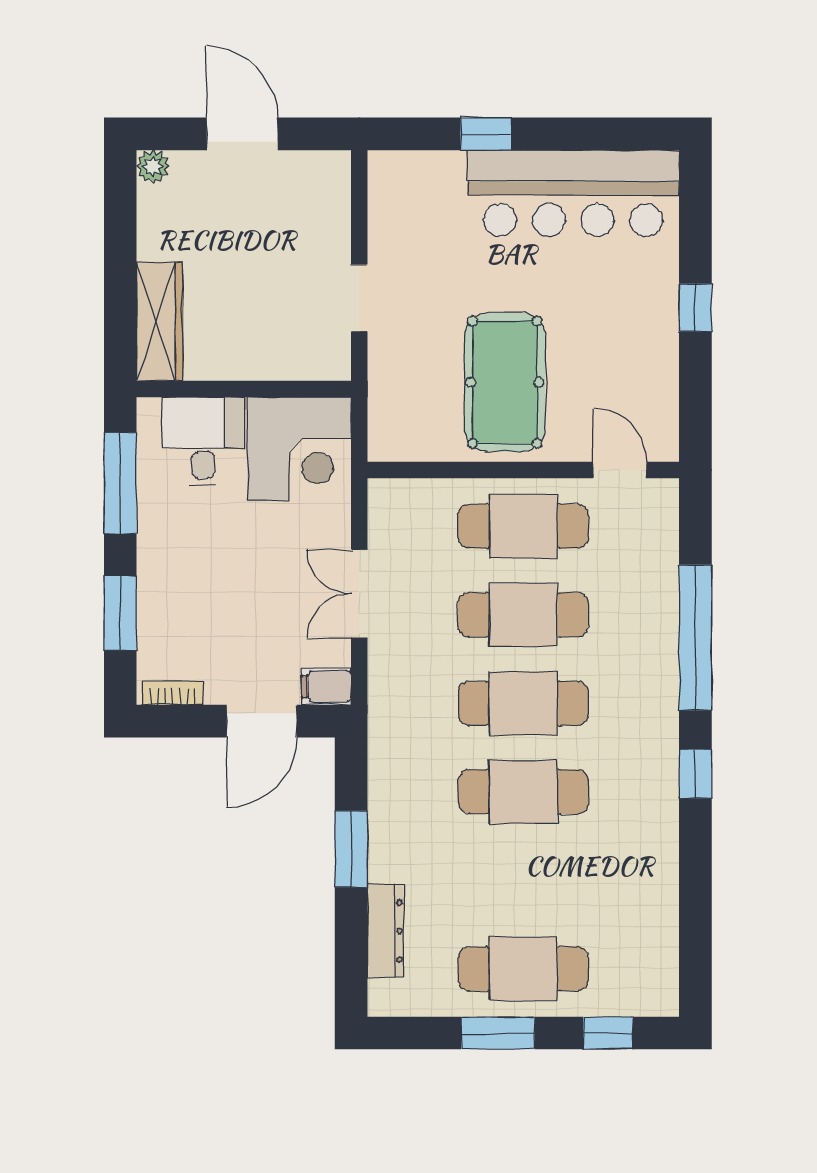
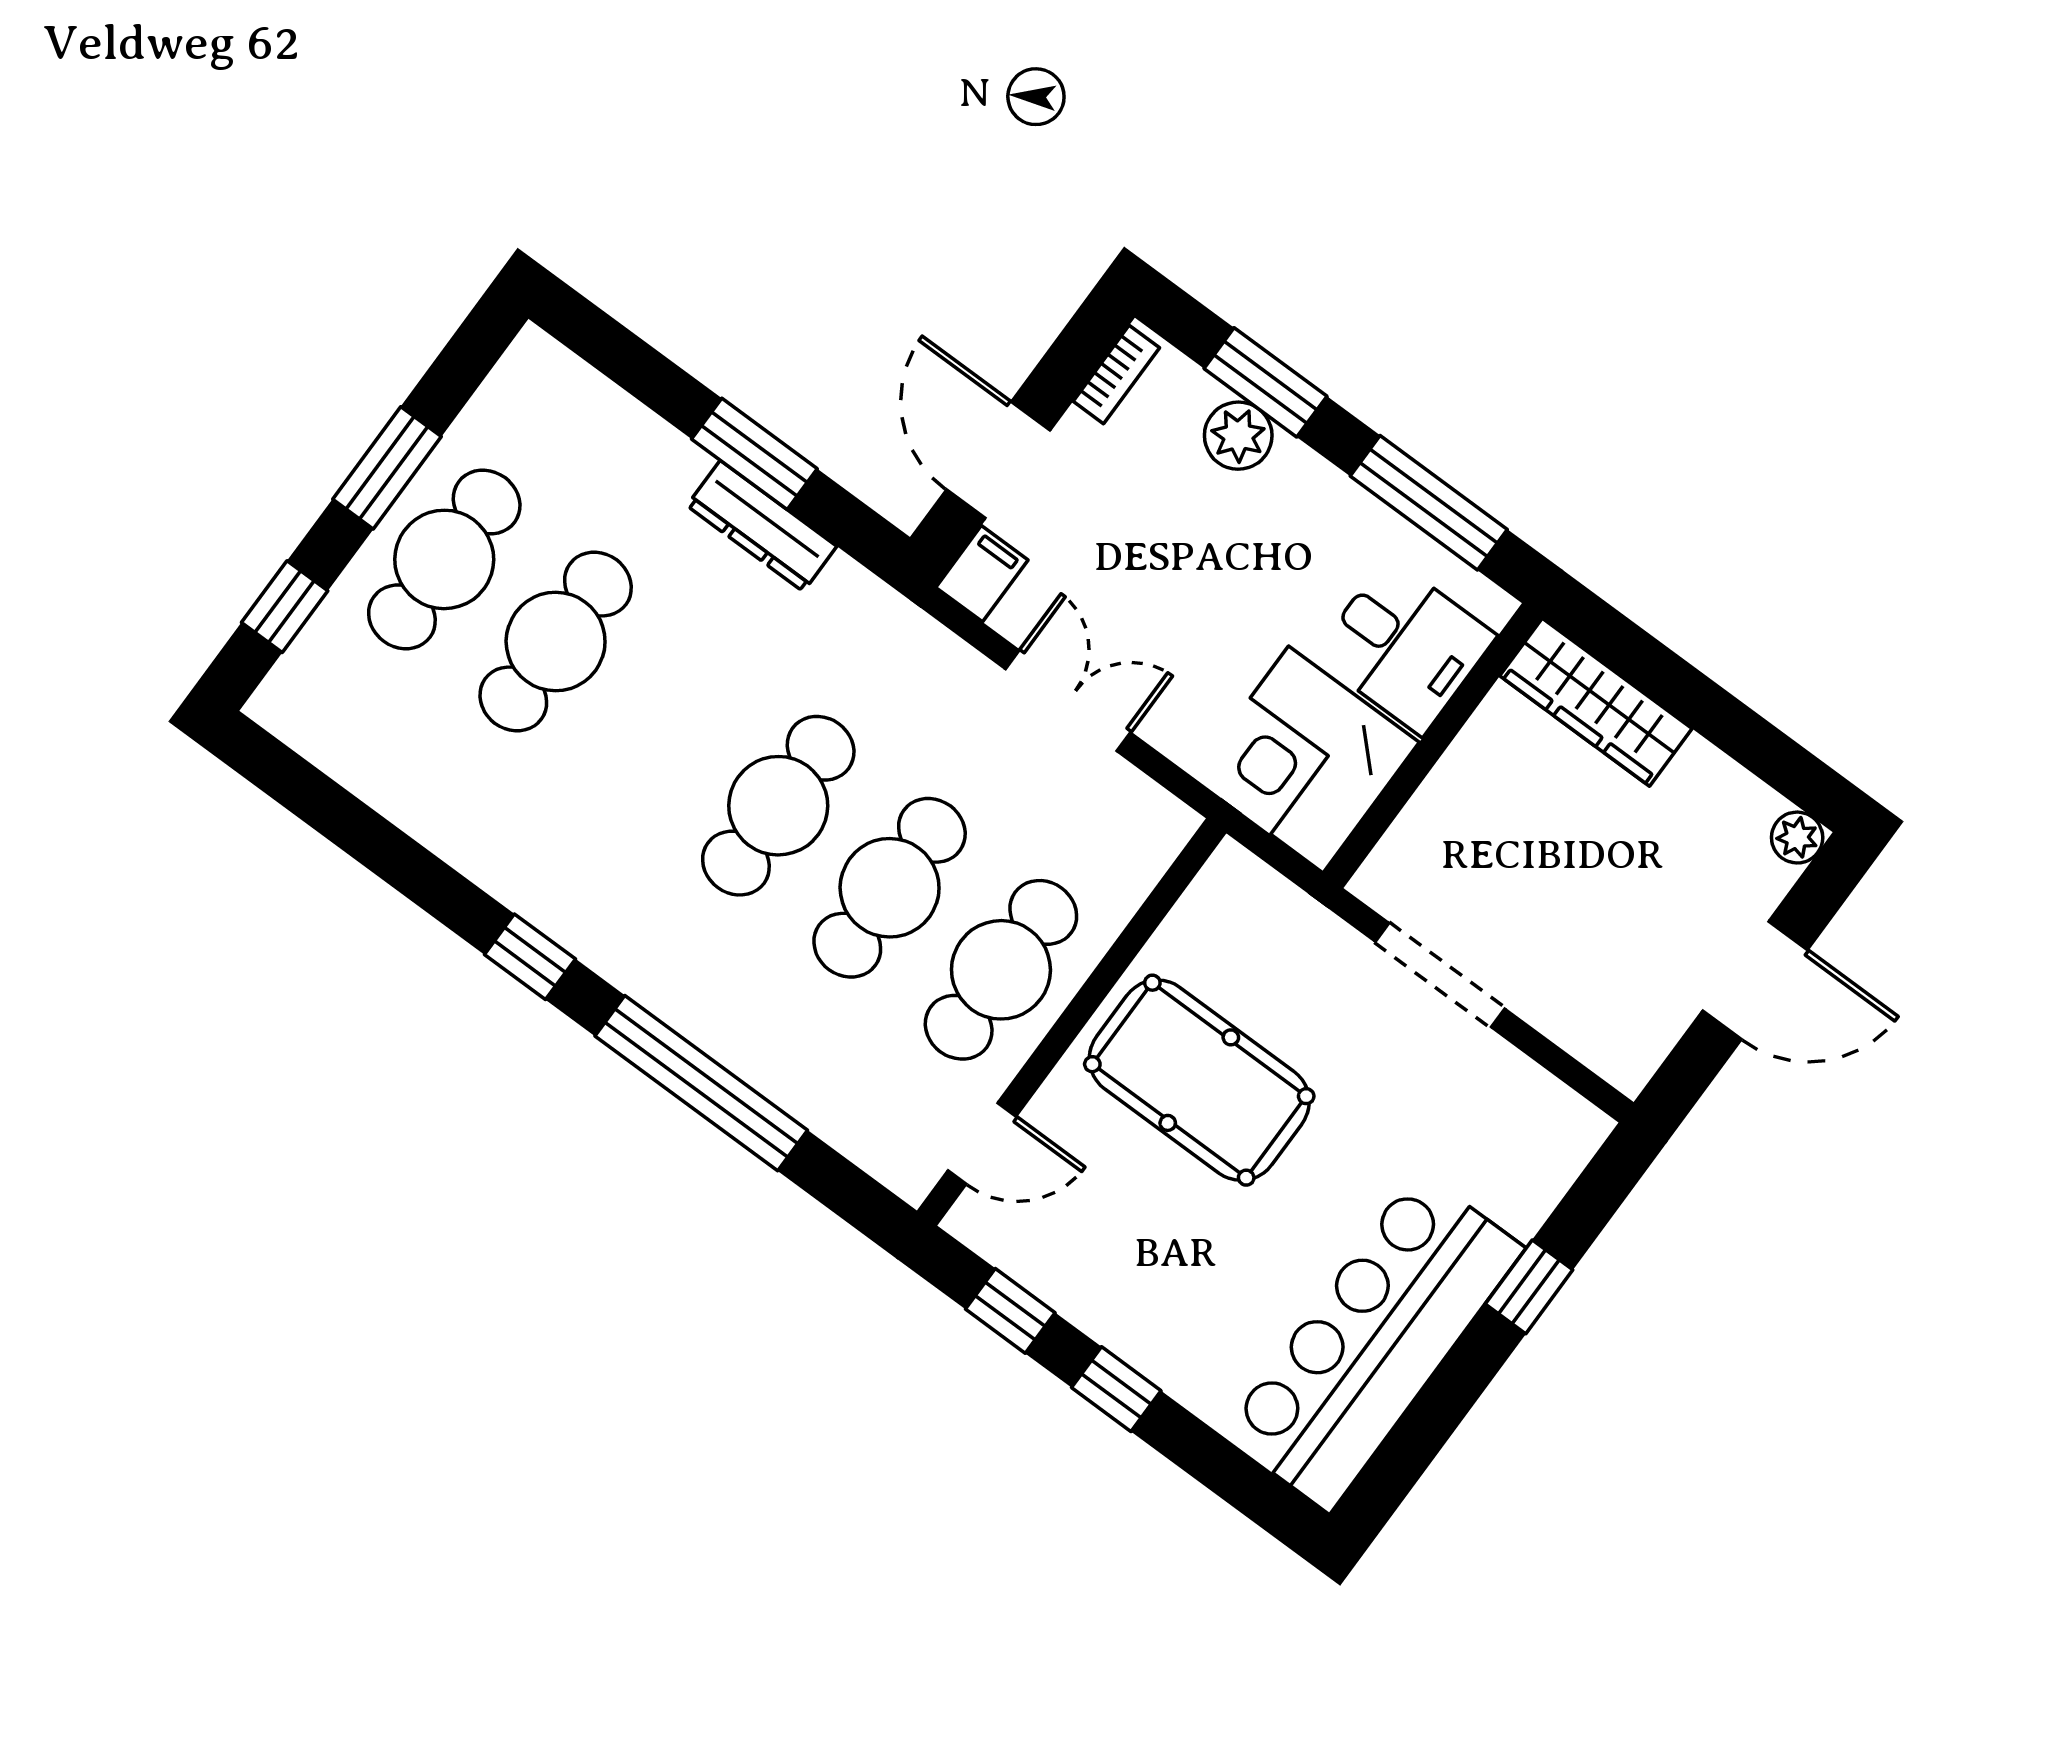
doorway: (359, 298) -> (1440, 975), width x1.38
window: (695, 392) -> (1010, 1311), added
plant: (158, 607) -> (1238, 436), added
cafe table: (523, 792) -> (556, 642), moved
dresser: (385, 931) -> (762, 526), moved

